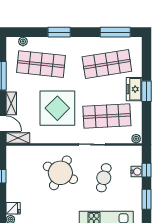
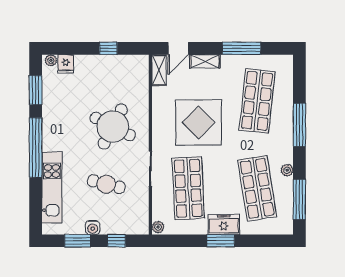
window: (59, 32) -> (299, 125), width x1.44
plant: (23, 41) -> (287, 170), moved
water cooler: (136, 172) -> (93, 228), moved

